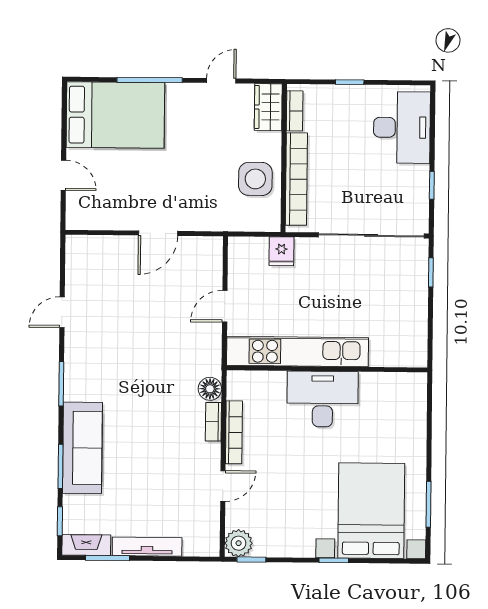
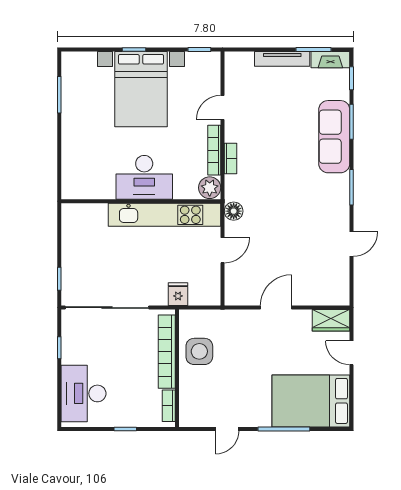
wardrobe: (268, 107) -> (331, 320), moved, turned 90
floor lamp: (210, 389) -> (234, 211), moved
bed with nightstands: (371, 511) -> (141, 89), moved
plant: (239, 543) -> (210, 188), moved

